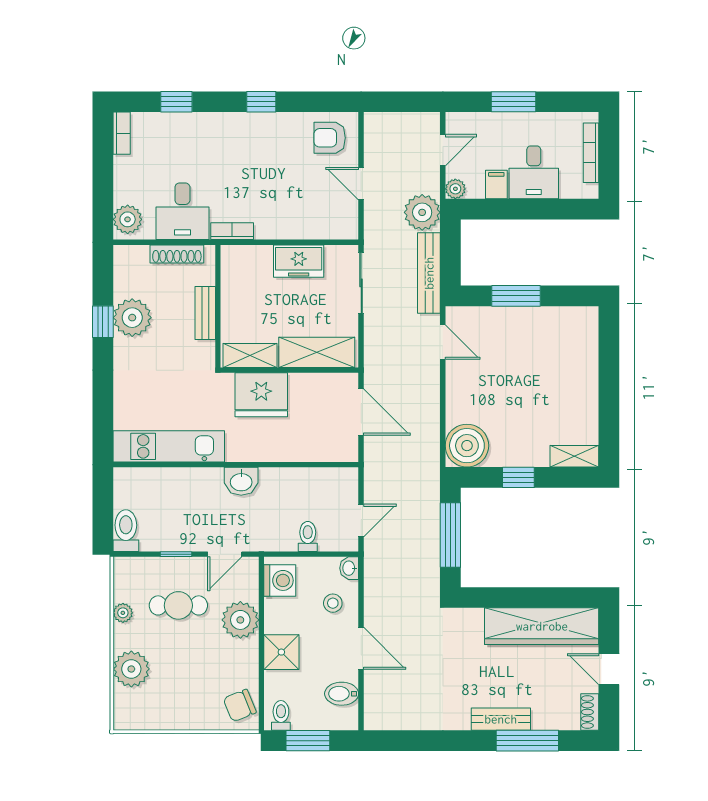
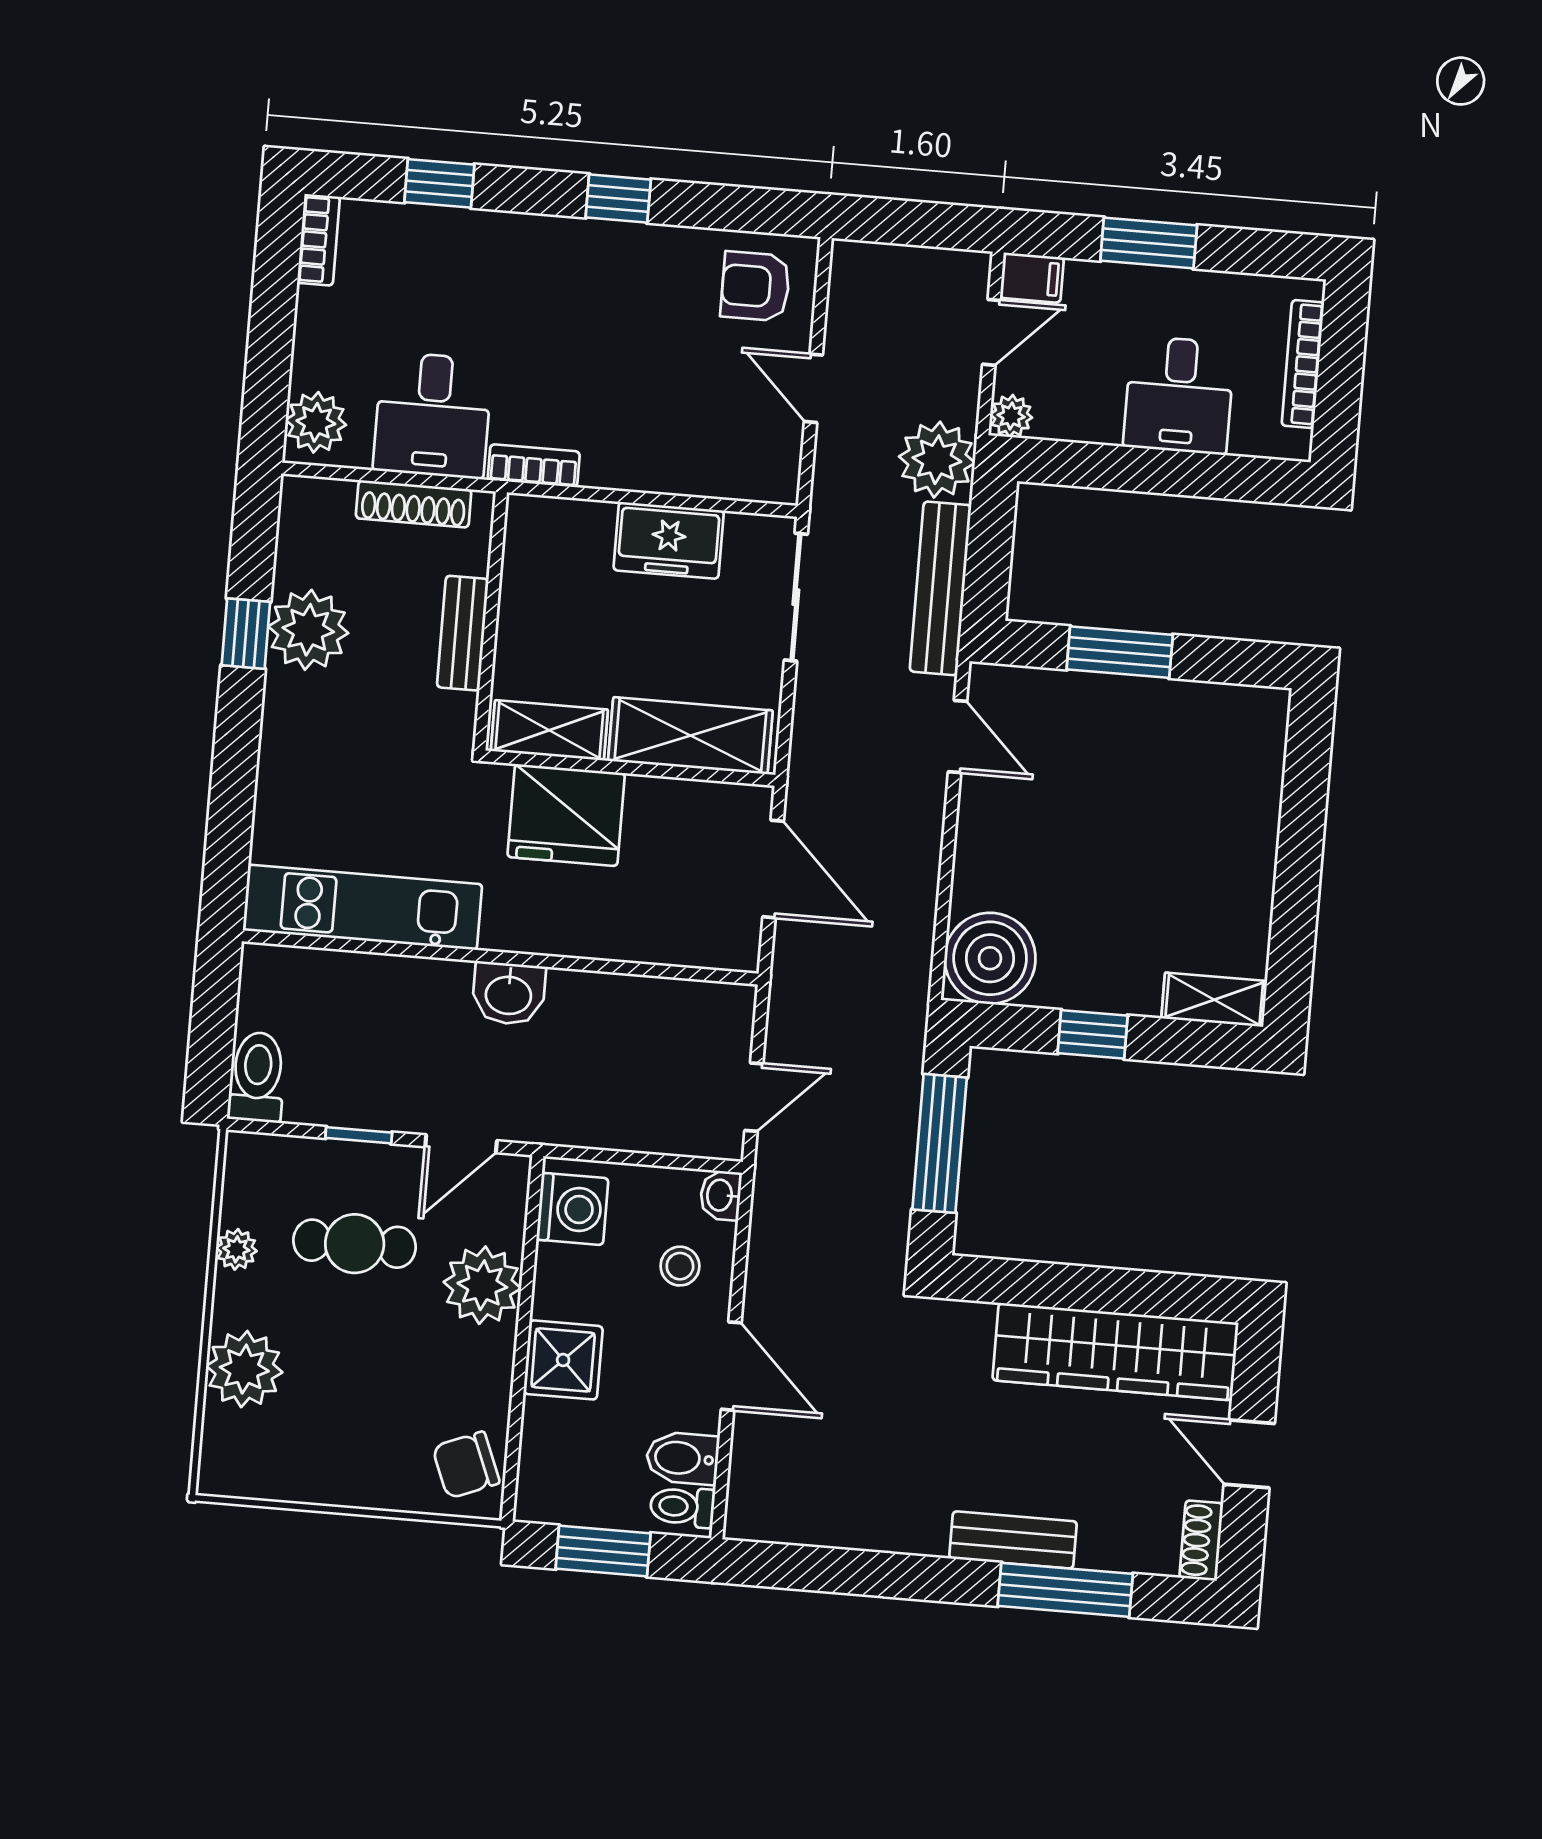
filing cabinet: (496, 184) -> (1032, 278), moved, turned 90
toilet: (308, 536) -> (639, 1121), removed
toilet: (281, 715) -> (682, 1507), moved, turned -90

